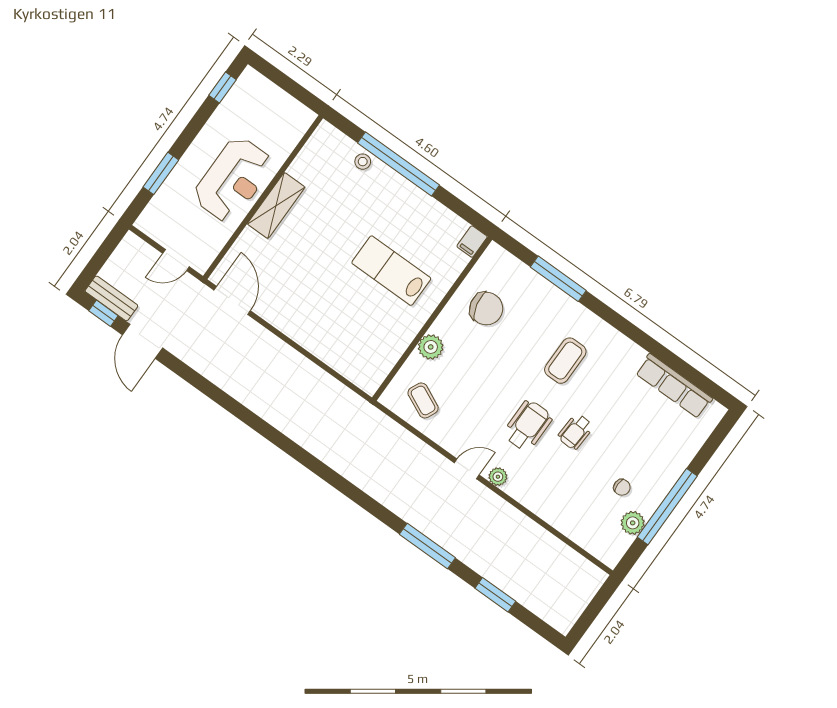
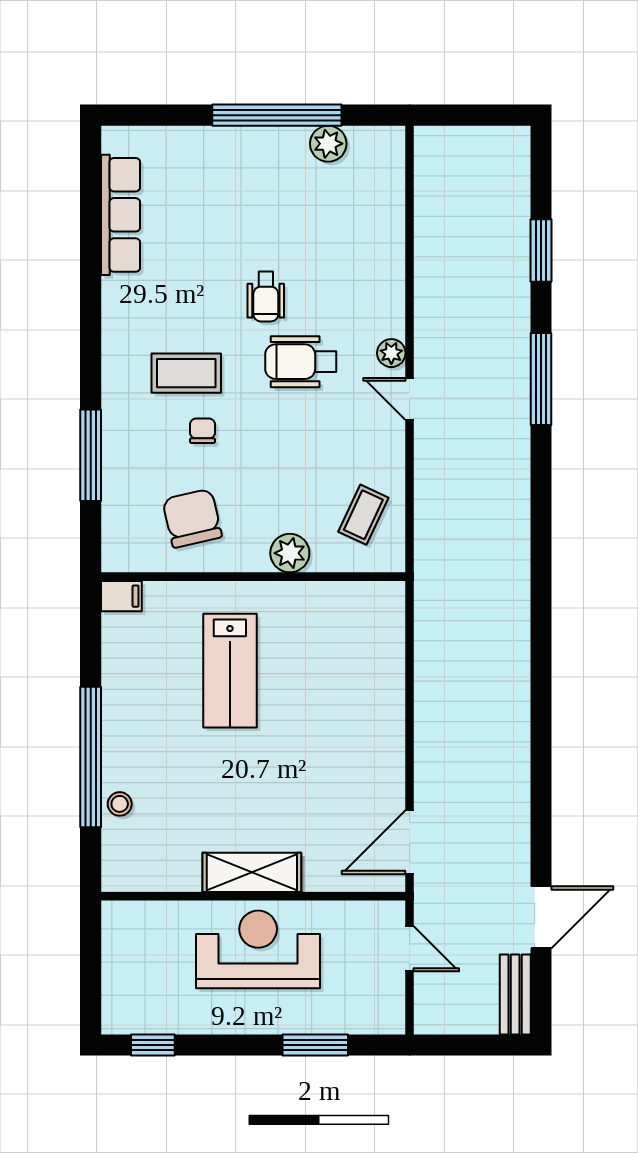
window: (103, 313) -> (541, 991), removed
wheelchair: (576, 432) -> (266, 297), turned 87
chair: (622, 487) -> (202, 431), moved

